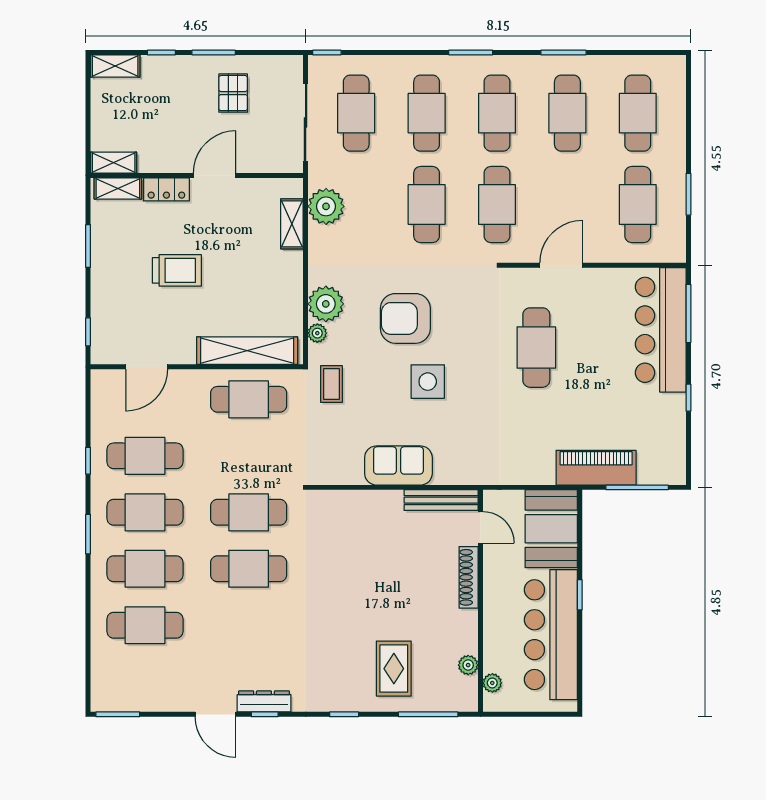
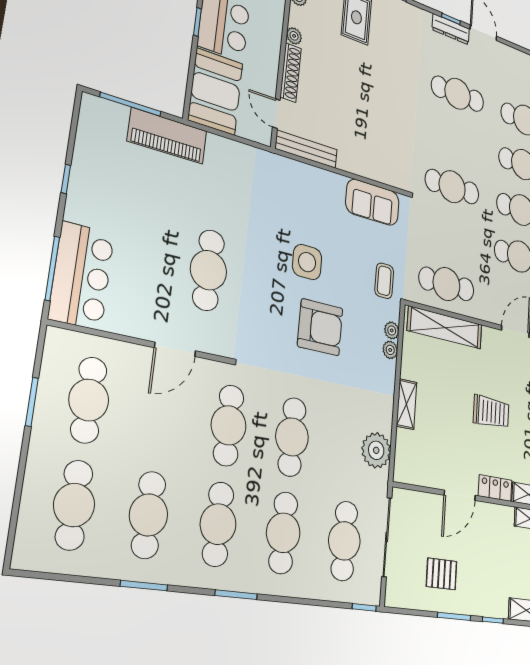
pallet: (233, 93) -> (442, 574), turned 90
shelving: (292, 224) -> (406, 404), moved
trolley: (177, 270) -> (491, 412), turned 180
plant: (326, 304) -> (390, 350), width x0.53, depth x0.53
bar counter: (661, 330) -> (82, 276), width x0.73
sofa: (398, 465) -> (373, 202), moved
cafe table: (249, 569) -> (458, 94), moved
plant: (469, 619) -> (294, 36), added

